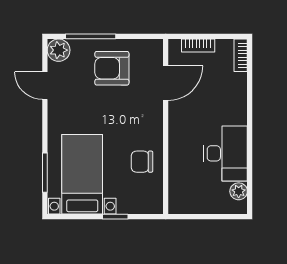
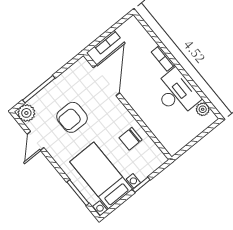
bookcase: (241, 55) -> (163, 58), moved
armchair: (112, 68) -> (72, 117), moved
door: (166, 83) -> (106, 80), width x1.36
door: (45, 86) -> (36, 141), hinge flipped

